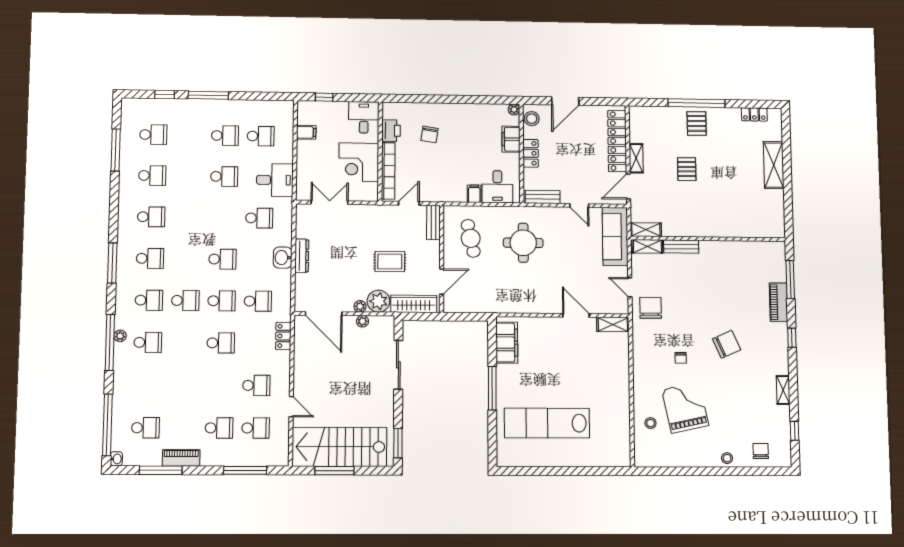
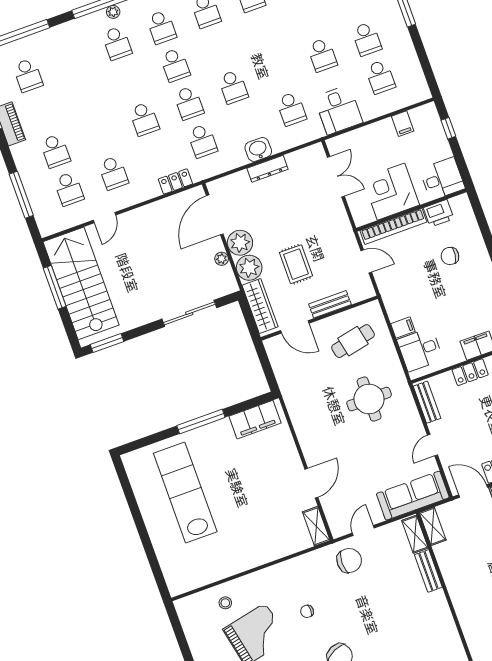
bench: (433, 222) -> (330, 304), moved
plant: (360, 306) -> (240, 243), width x1.88, depth x1.88

